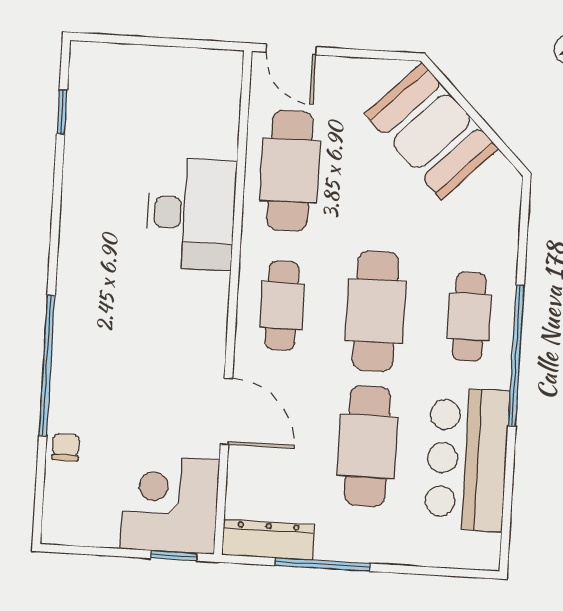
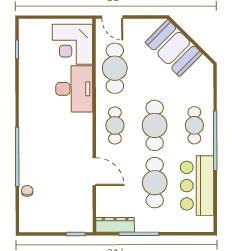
corner desk: (170, 504) -> (72, 44), moved, turned -90

